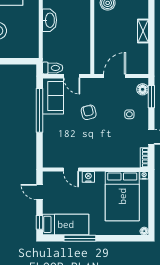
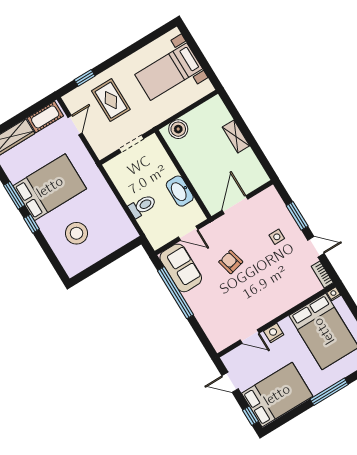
washbasin: (50, 20) -> (180, 191), moved, turned 180
toilet: (53, 68) -> (142, 206), moved
floor lamp: (143, 89) -> (275, 201), removed
window: (151, 97) -> (297, 216), moved
bed: (66, 224) -> (277, 395), width x1.50
window: (80, 238) -> (329, 392), moved

